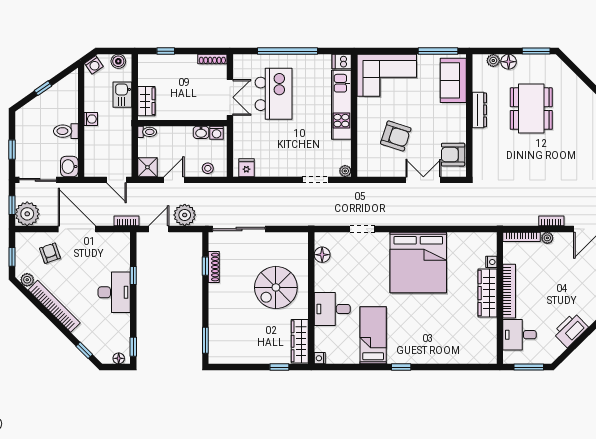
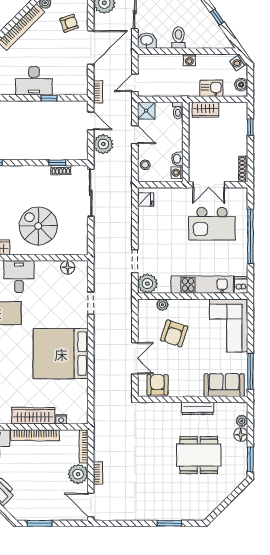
plant: (364, 149) -> (162, 305), added
plant: (345, 171) -> (147, 284), width x1.88, depth x1.88
plant: (547, 238) -> (78, 474), width x1.88, depth x1.88
shoe rack: (214, 267) -> (61, 170), width x0.70

